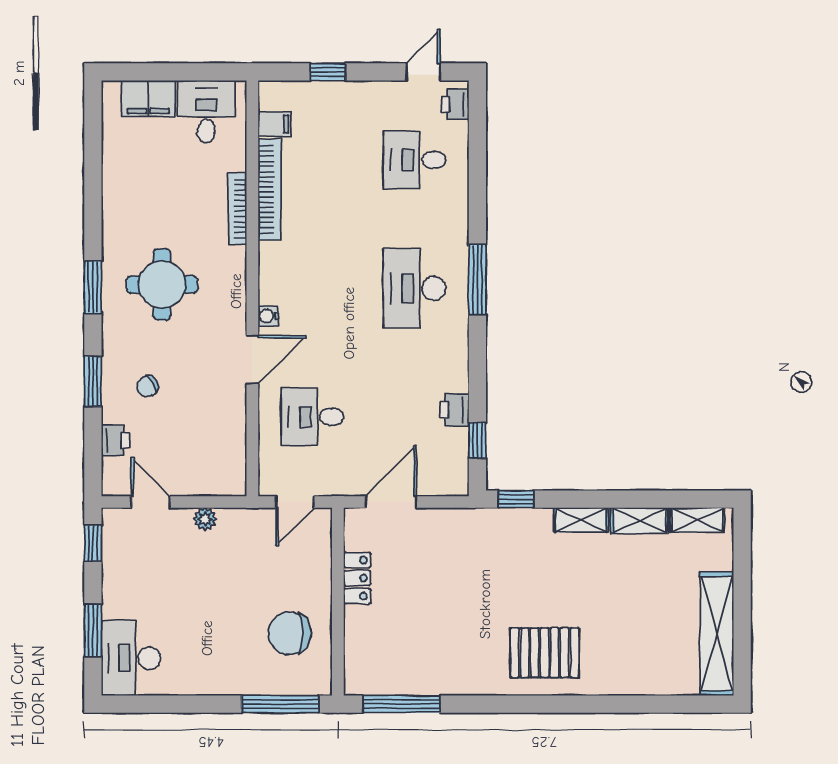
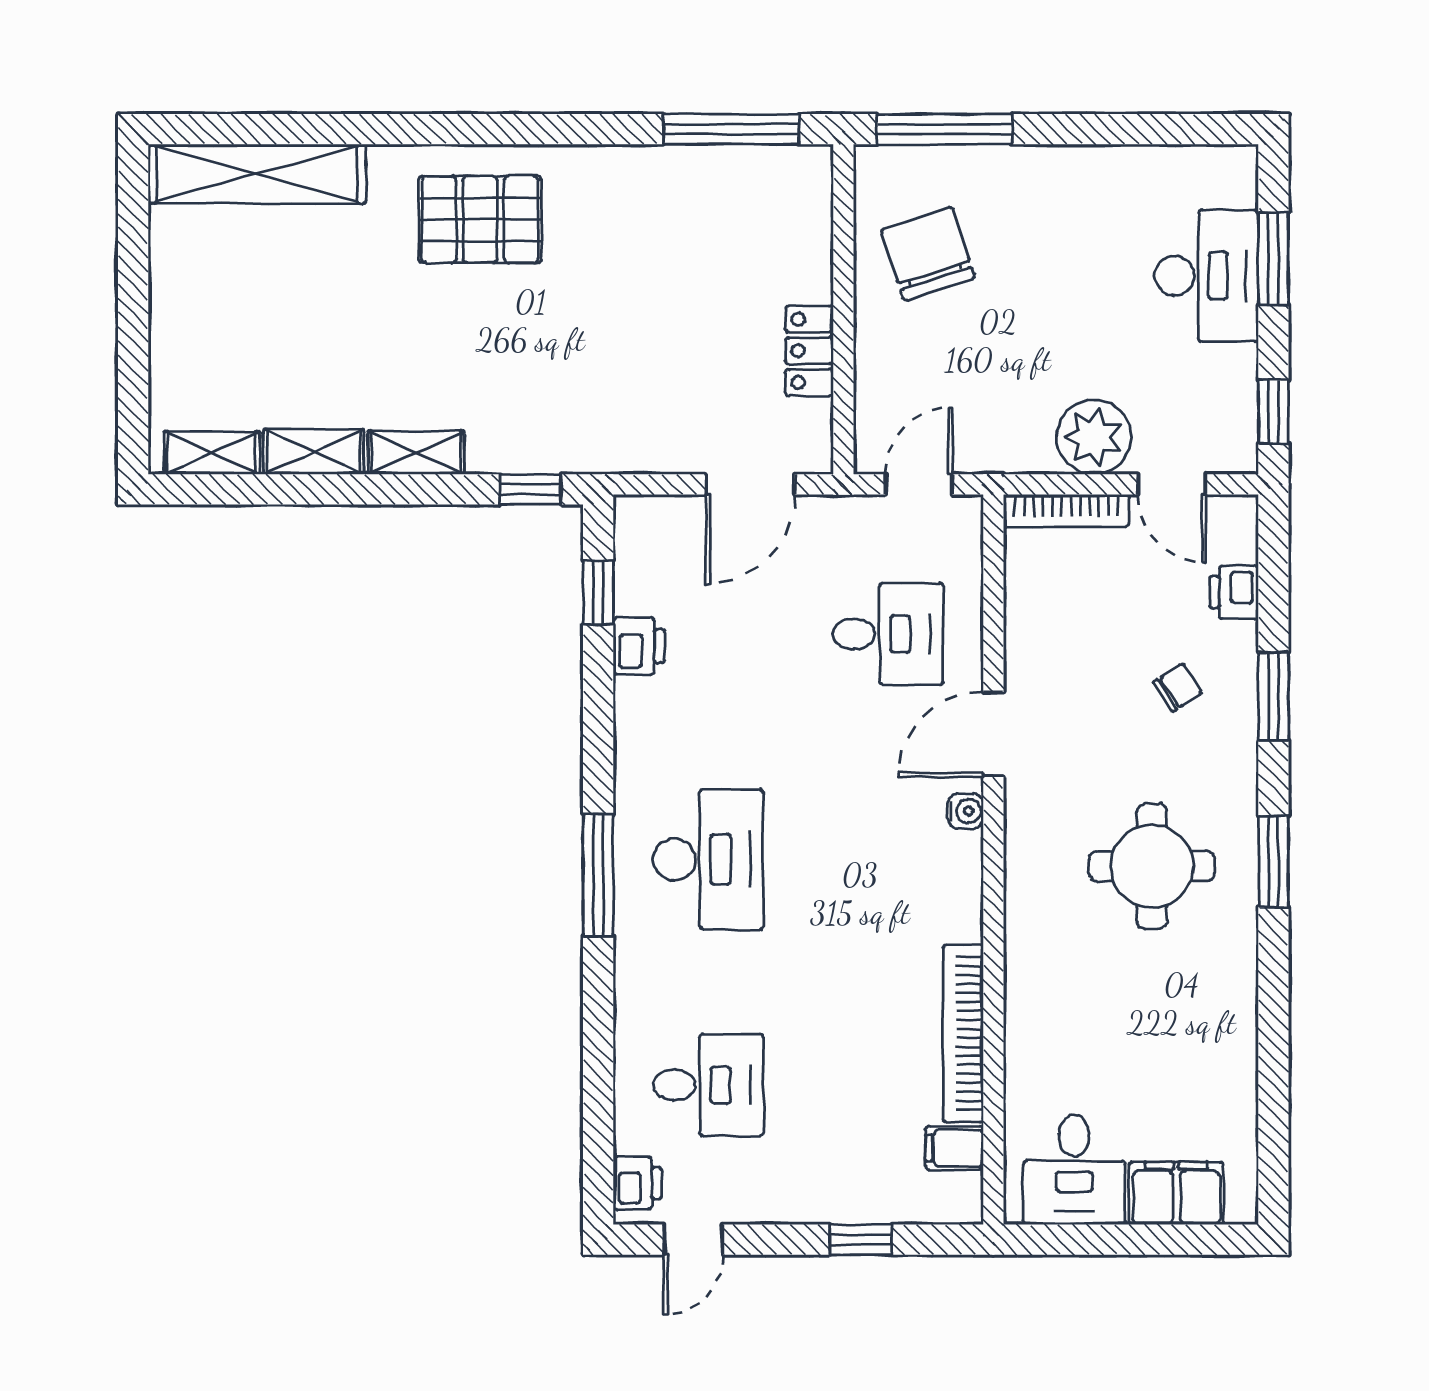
bookcase: (238, 209) -> (1066, 510), moved, turned 90
plant: (205, 519) -> (1094, 437), width x1.87, depth x1.87
chair: (290, 633) -> (928, 254), turned -108
shelving: (717, 634) -> (257, 174), moved, turned 90
desk: (131, 658) -> (1207, 276), moved

